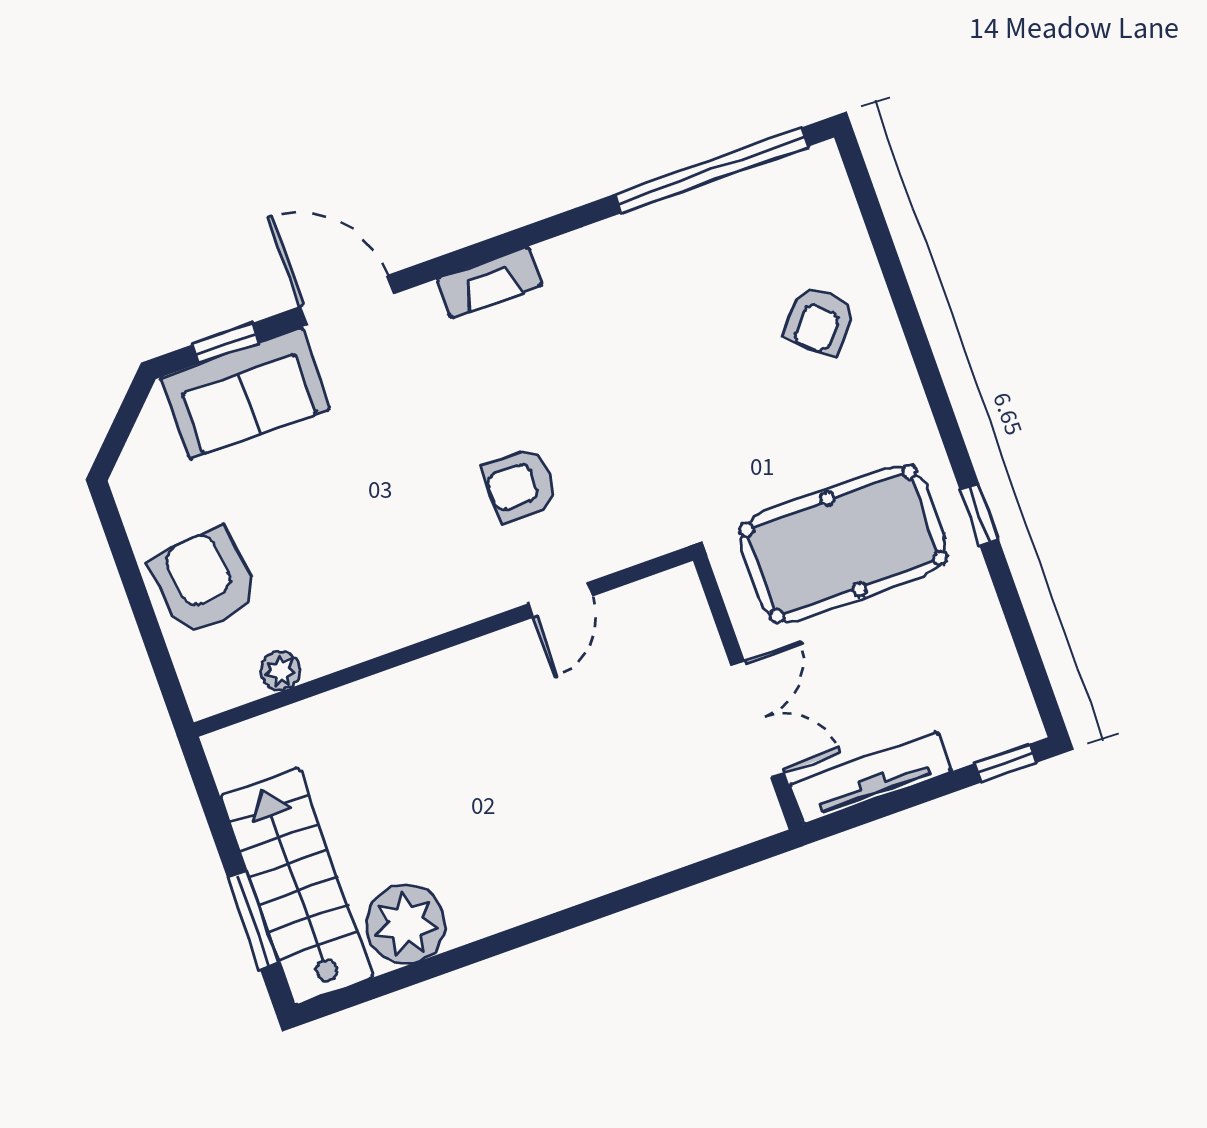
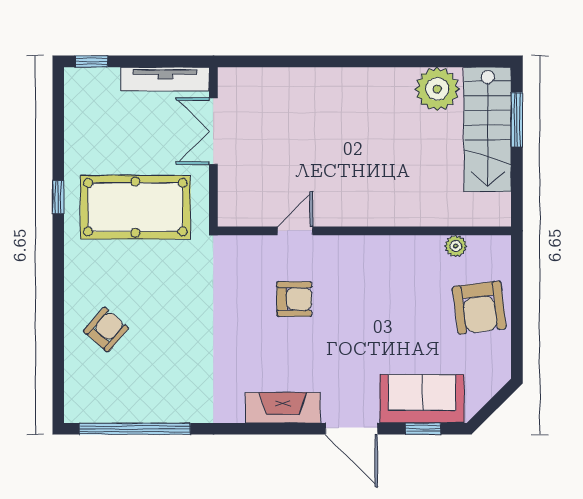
fireplace: (490, 282) -> (283, 408), width x1.37, depth x1.32

